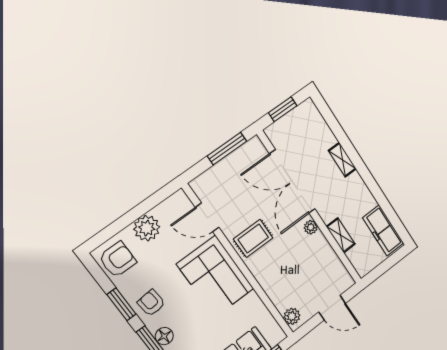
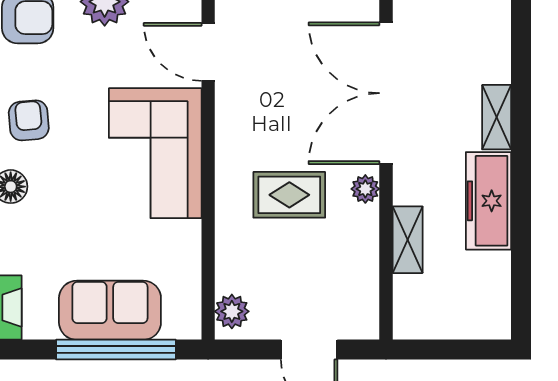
freezer: (383, 231) -> (488, 201), moved
rug: (253, 238) -> (289, 195), moved

